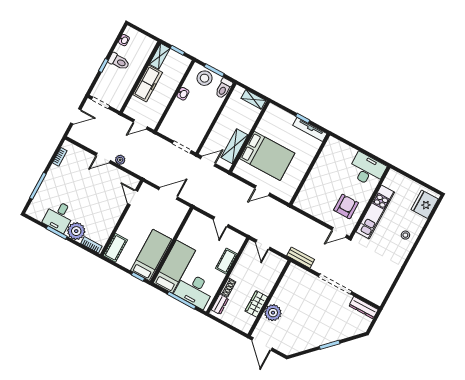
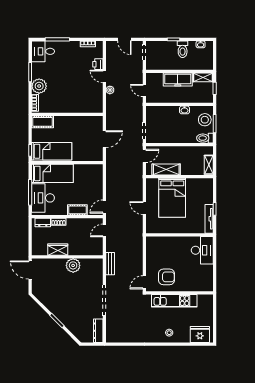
printer: (87, 158) -> (98, 64), added
door: (208, 161) -> (144, 156), hinge flipped
desk: (367, 170) -> (202, 250), moved
door: (168, 193) -> (104, 139), hinge flipped
door: (133, 198) -> (87, 114), removed
desk: (59, 216) -> (43, 51), moved
door: (221, 222) -> (104, 207), moved
door: (339, 232) -> (144, 282), hinge flipped
plant: (273, 313) -> (73, 265), moved
door: (262, 344) -> (30, 270), hinge flipped

